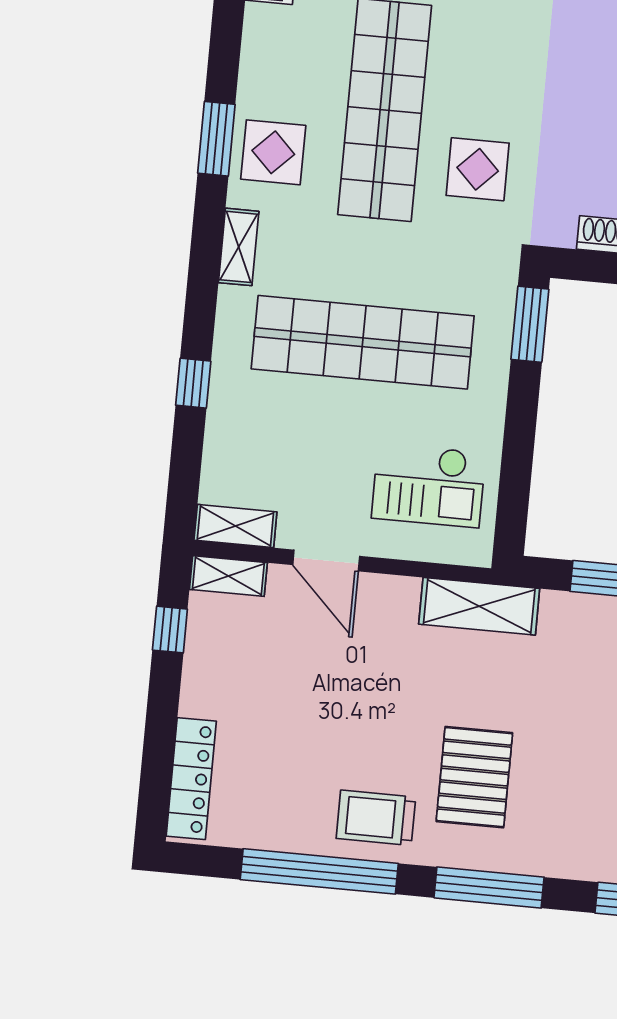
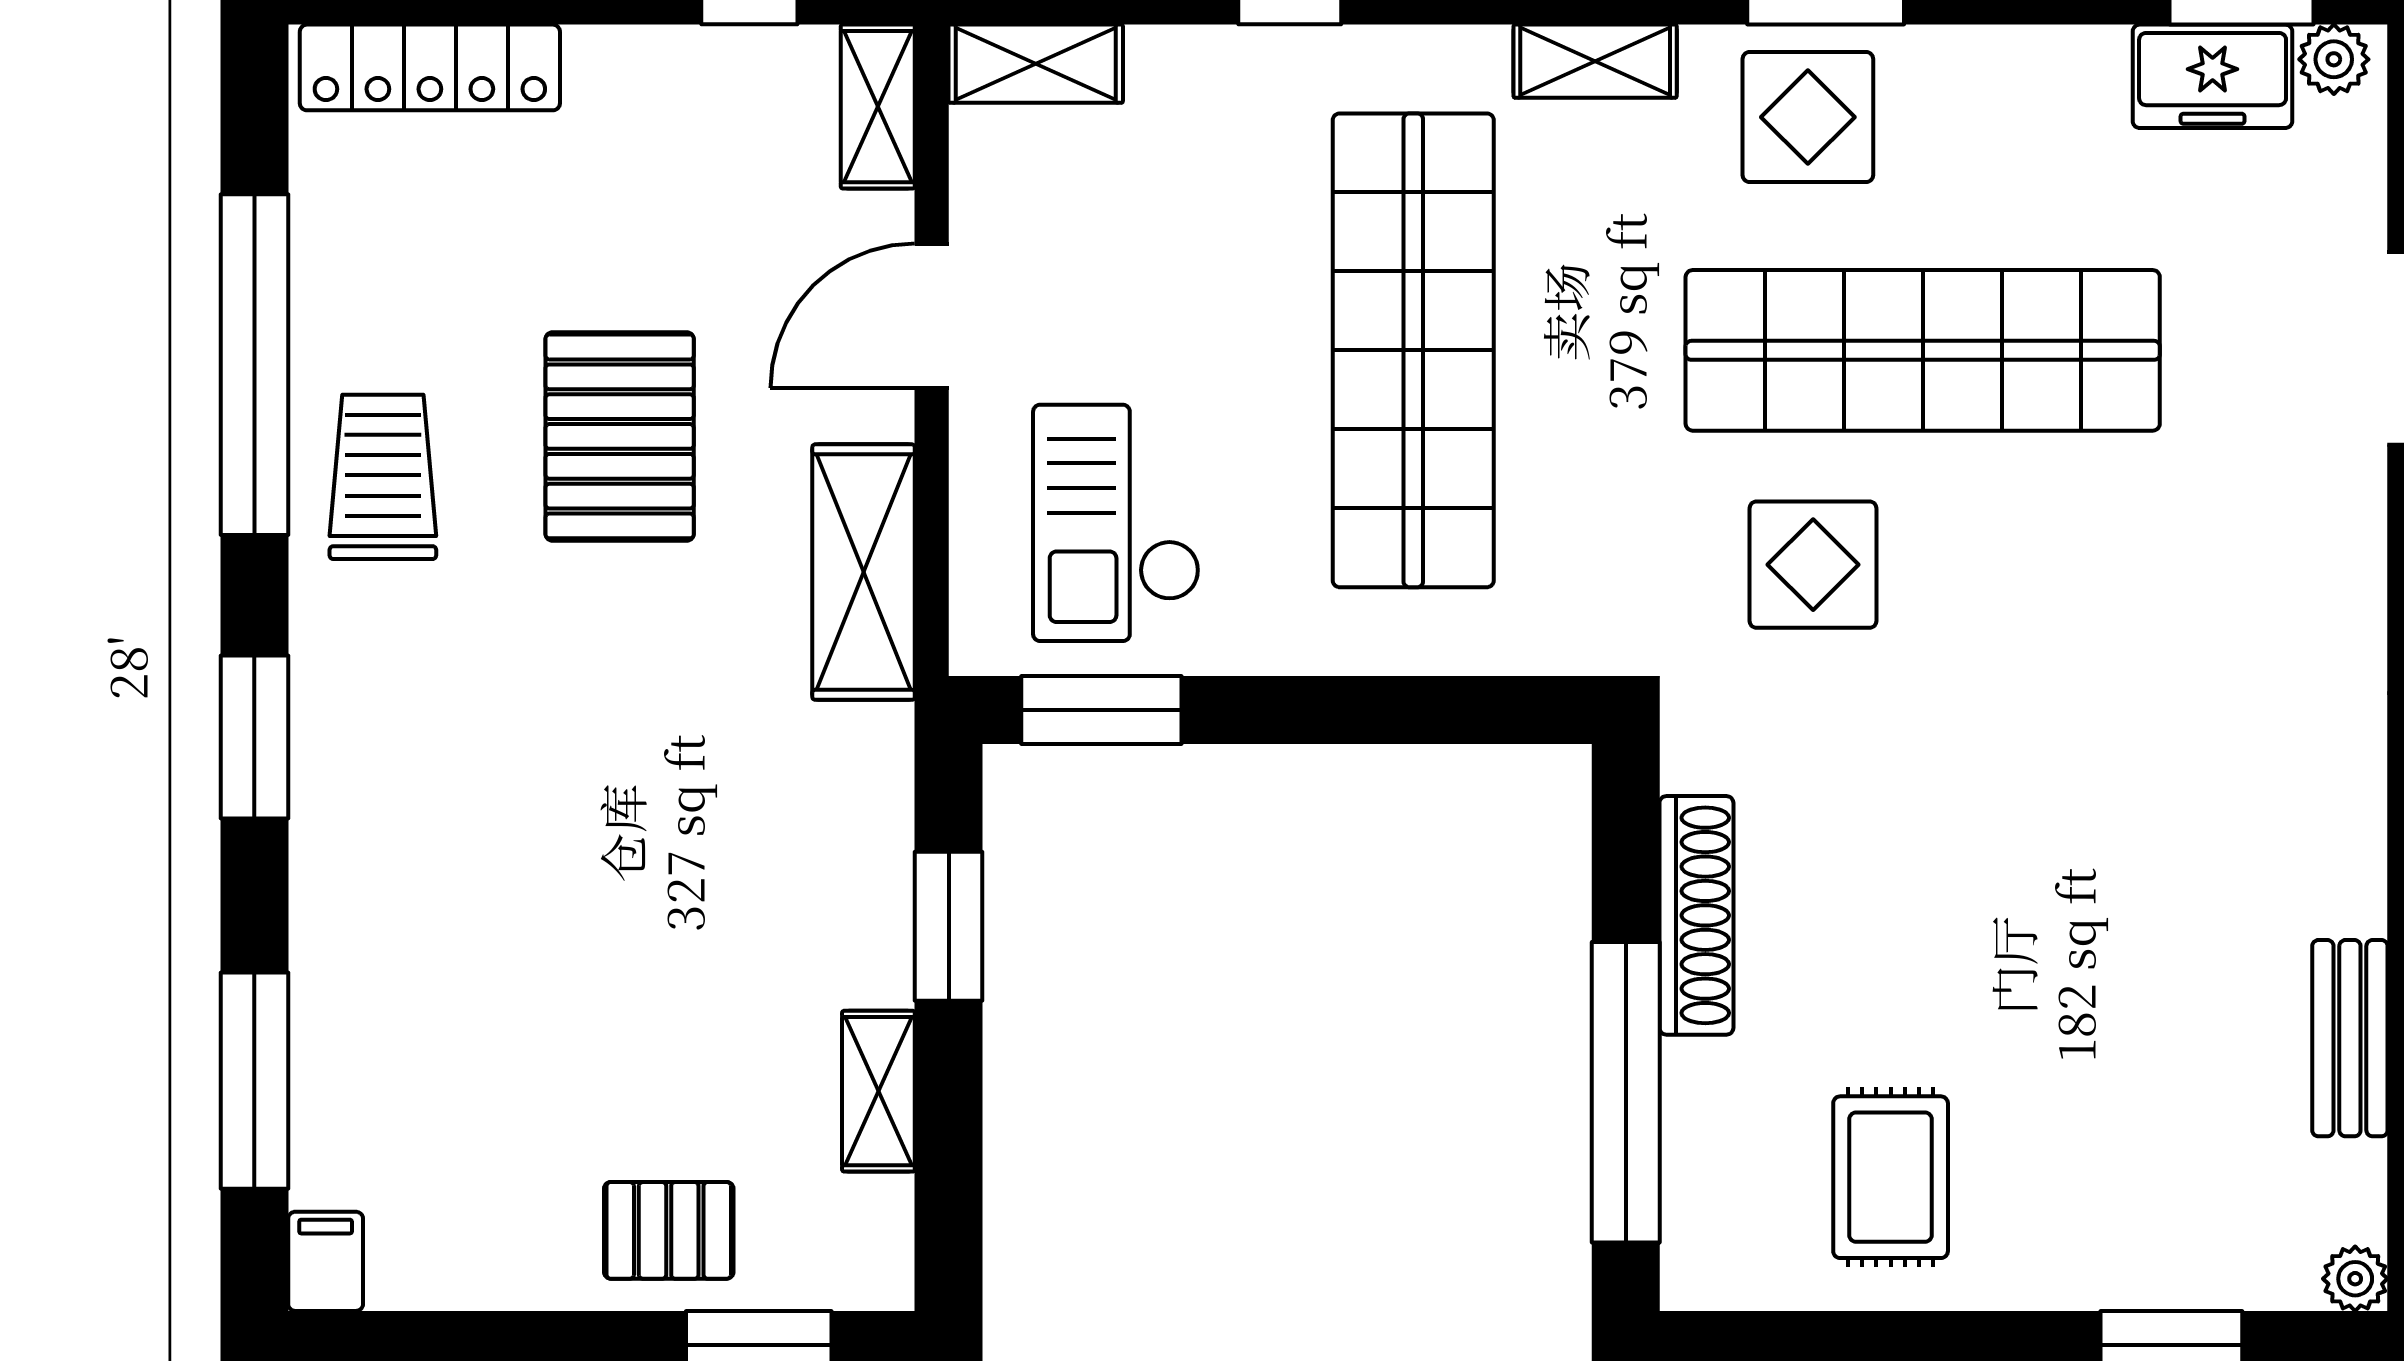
window: (530, 324) -> (1101, 710), moved
shelving: (235, 526) -> (1036, 64), moved, turned 90
shelving: (479, 606) -> (864, 572), moved
pallet: (474, 777) -> (620, 436), moved, turned 90
window: (489, 887) -> (254, 737), width x0.69

